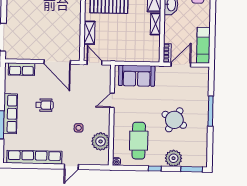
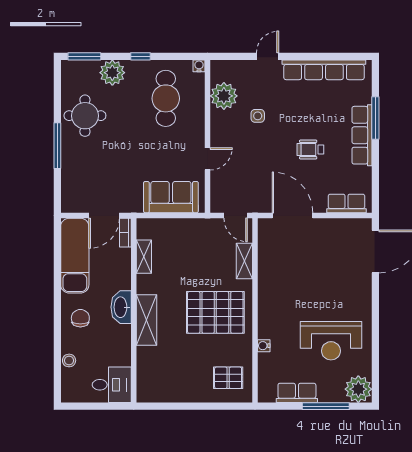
shelving: (156, 24) -> (144, 257), moved
exam couch: (203, 45) -> (75, 256), width x1.36, depth x1.45
round table: (174, 120) -> (85, 116), moved, turned -30

